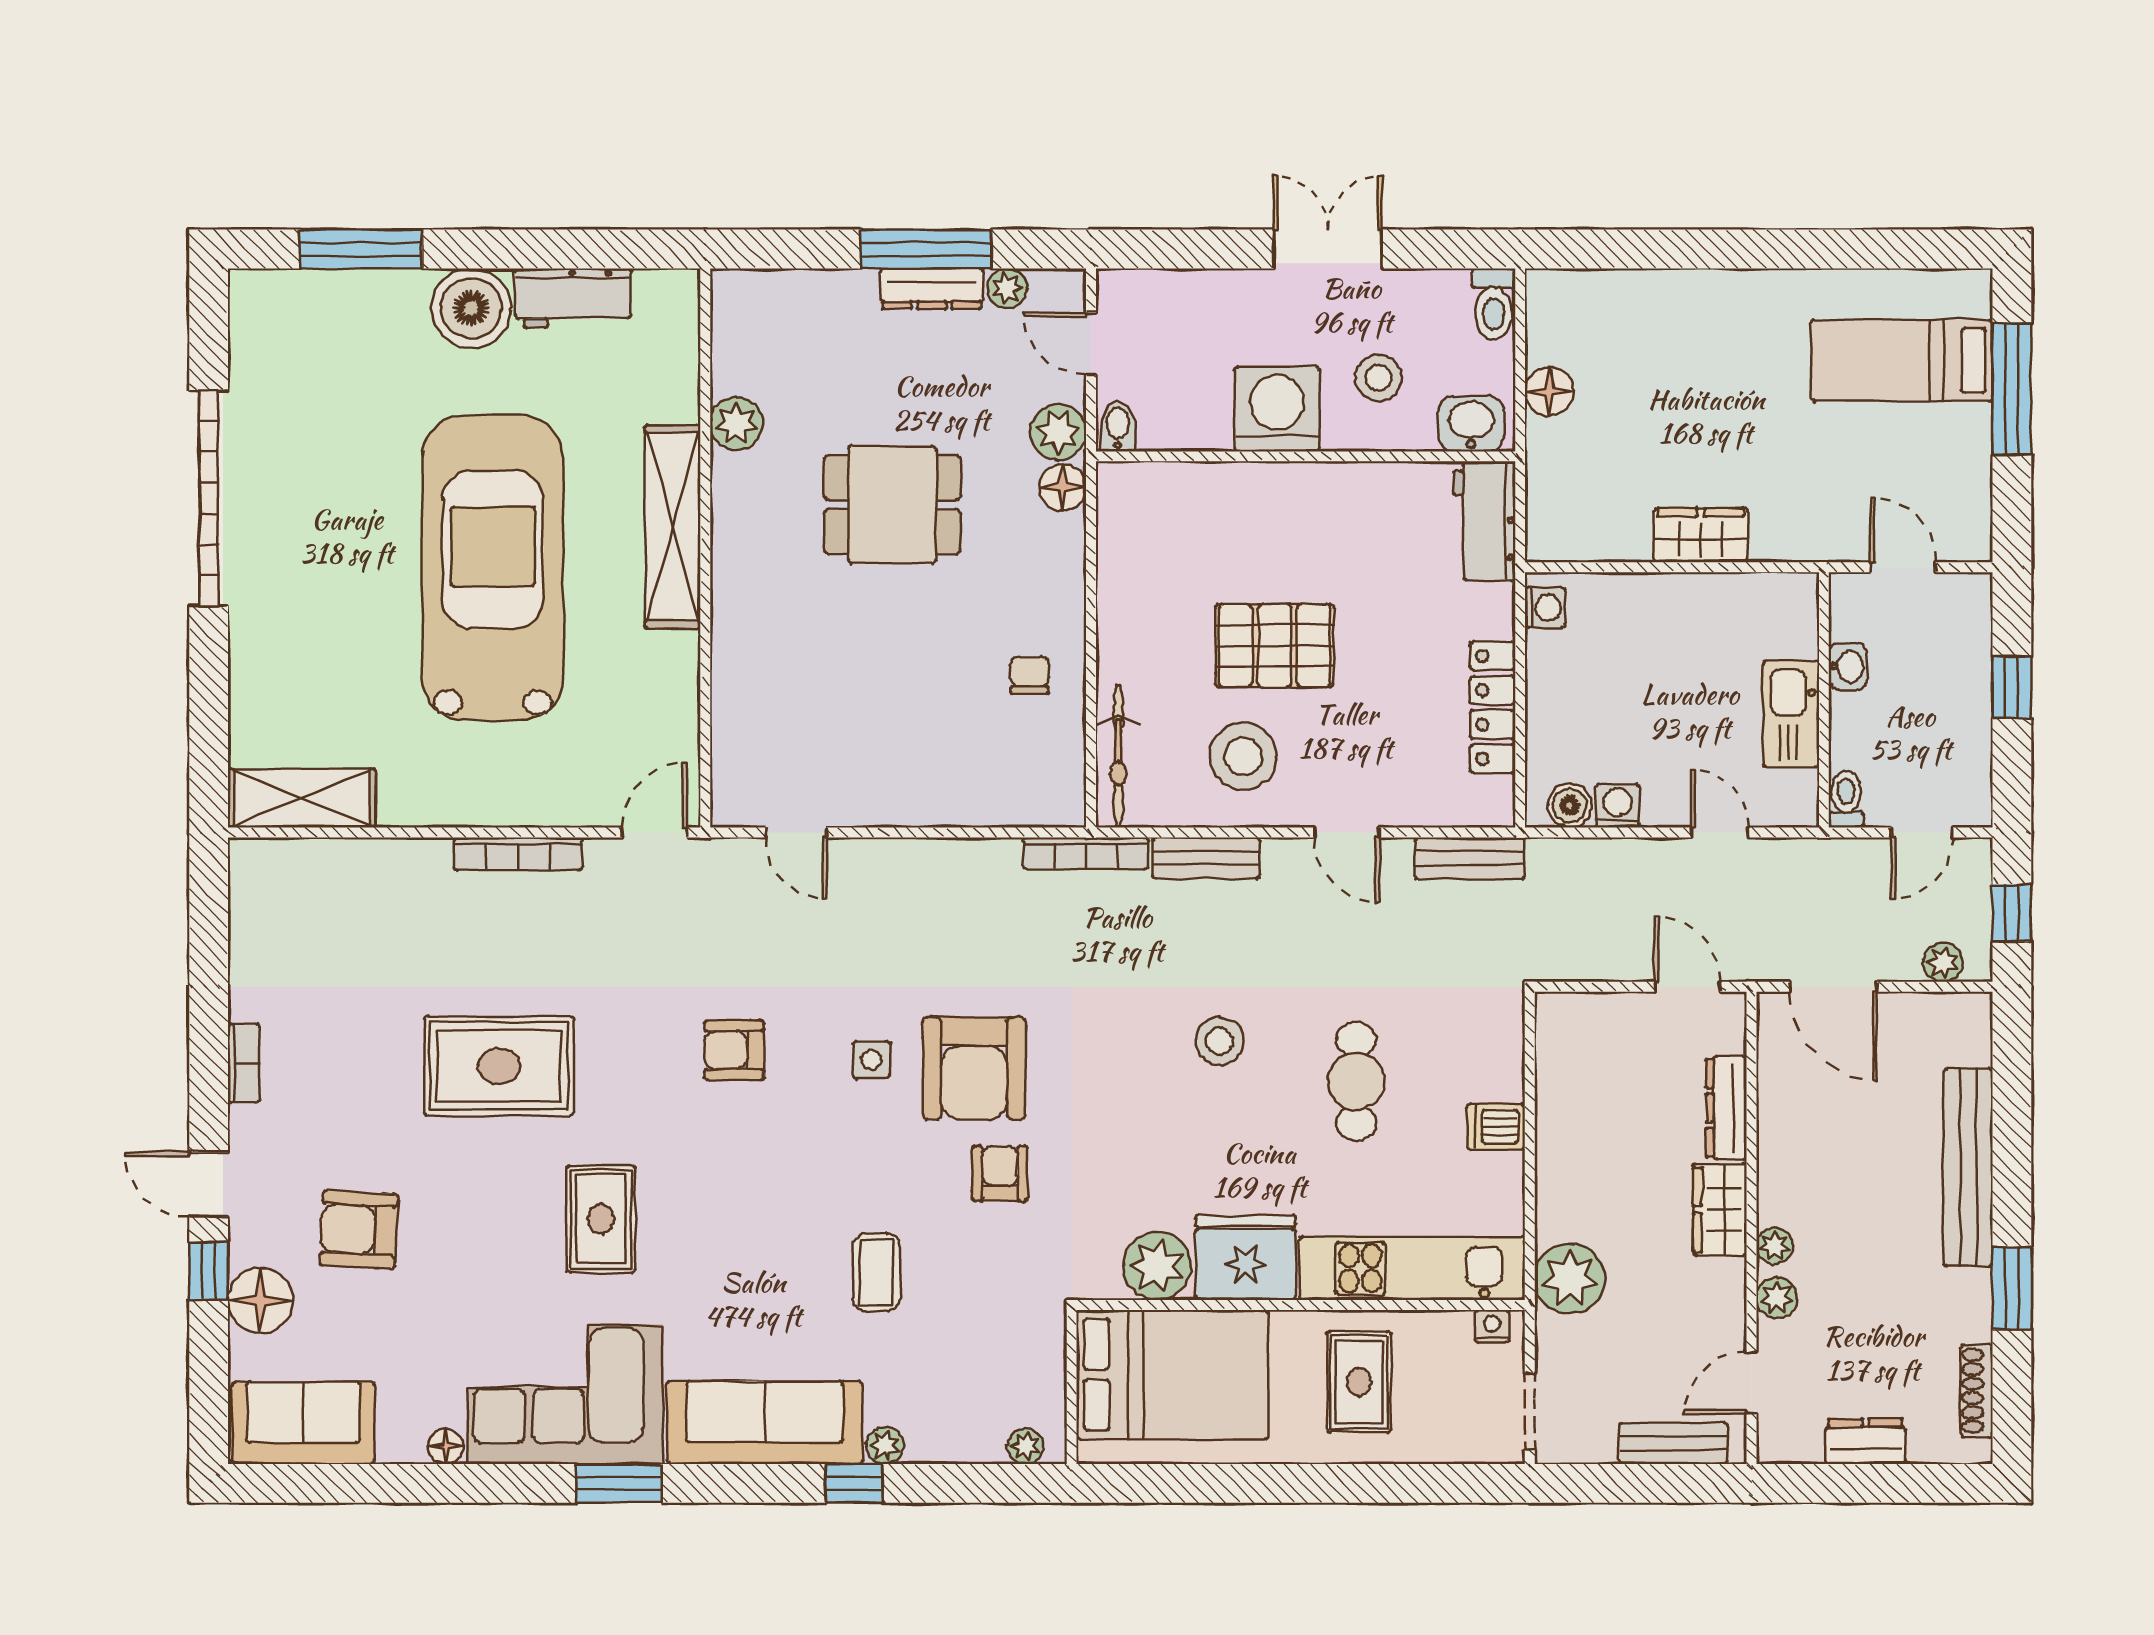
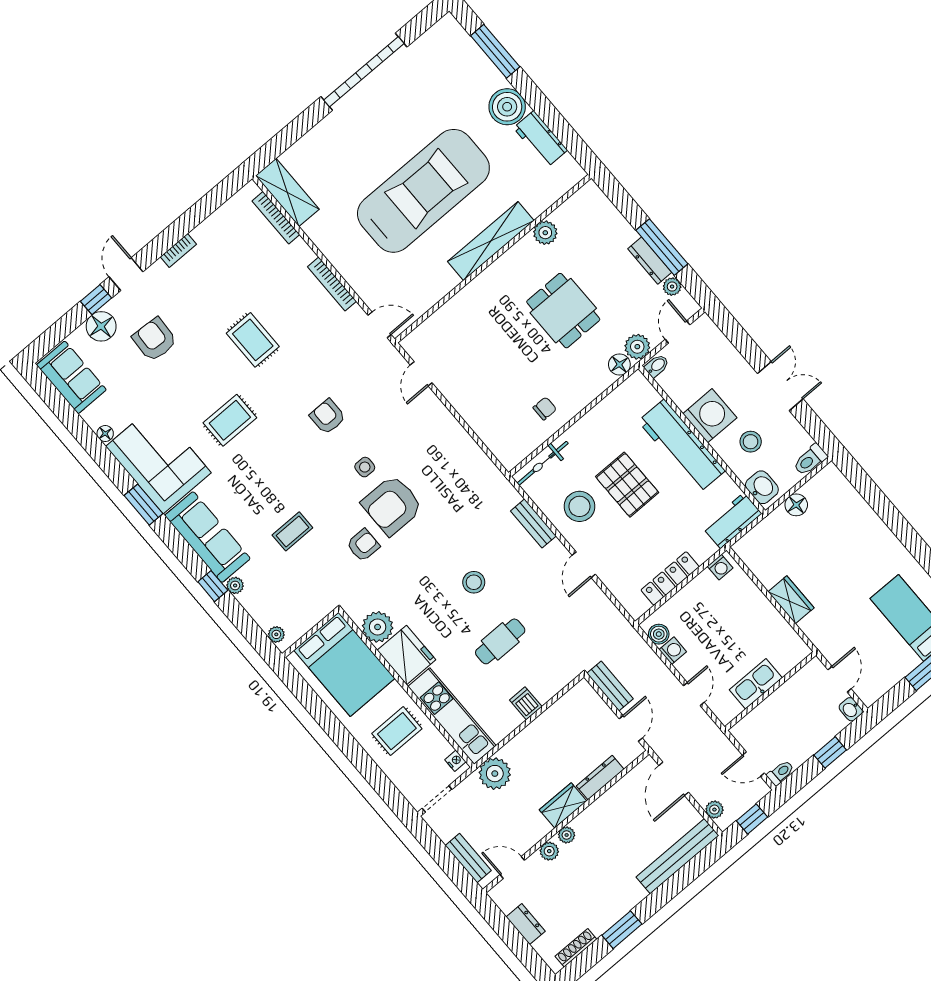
workbench: (1287, 499) -> (682, 446), added
washbasin: (1848, 666) -> (851, 709), moved, turned 90
toilet: (1846, 799) -> (781, 773), moved
bookcase: (1086, 853) -> (276, 218), moved
bench: (1470, 858) -> (610, 686), moved
rug: (499, 1066) -> (253, 340), width x0.73, depth x0.70
bench: (1968, 1168) -> (677, 856), moved

